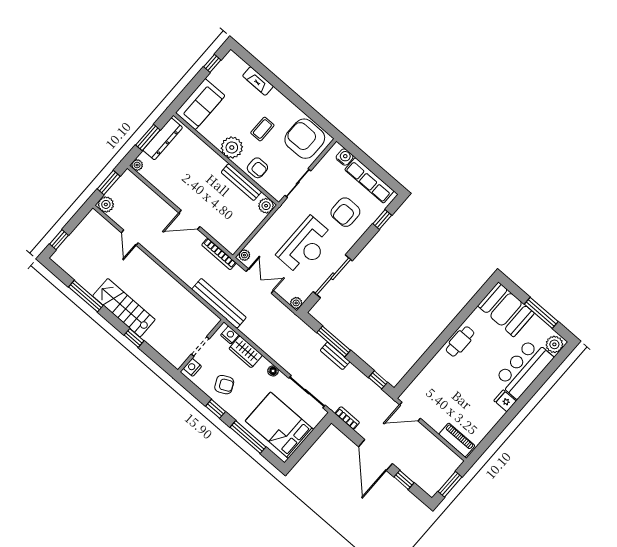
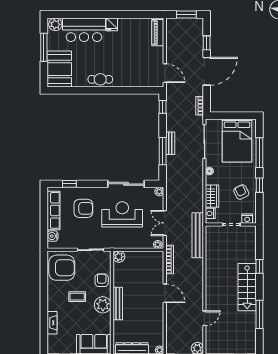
armchair: (305, 139) -> (62, 268), turned -90
bench: (241, 182) -> (118, 303), moved

